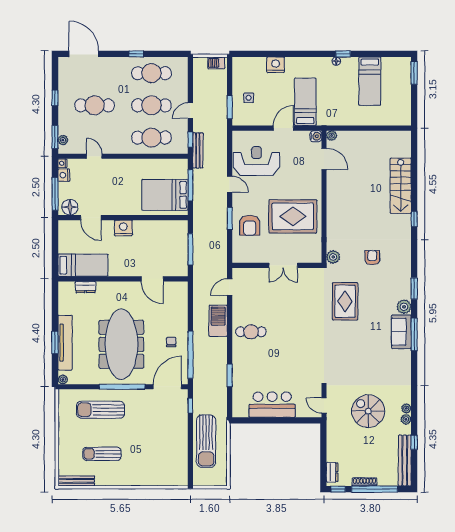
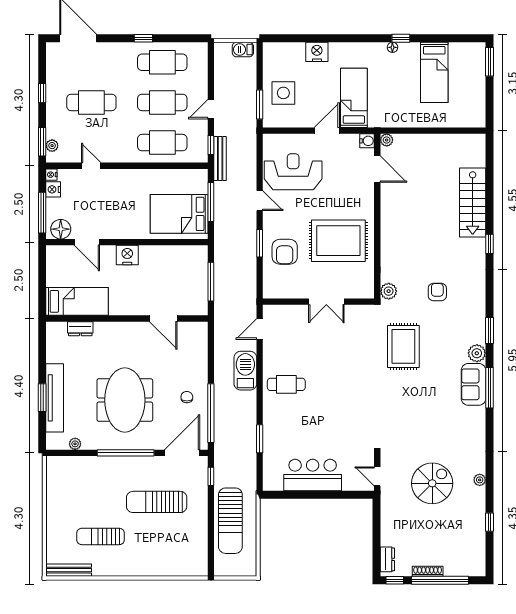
side table: (249, 98) -> (283, 93), width x1.87, depth x1.87
meeting table: (121, 344) -> (125, 400), width x0.73
plant: (63, 380) -> (75, 444), moved
sun lounger: (101, 410) -> (157, 502), moved
spiral stairs: (368, 411) -> (432, 483), turned 90
plant: (406, 419) -> (479, 494), removed
bench: (405, 460) -> (478, 545), removed

